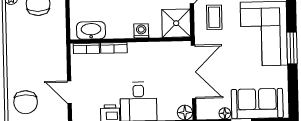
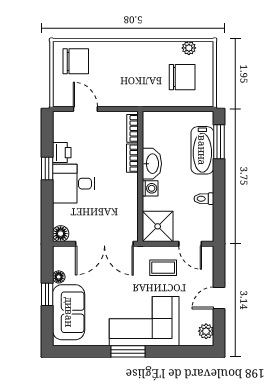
washbasin: (91, 30) -> (152, 164), moved
door: (69, 92) -> (85, 109), hinge flipped
chair: (26, 102) -> (76, 61), turned 180

